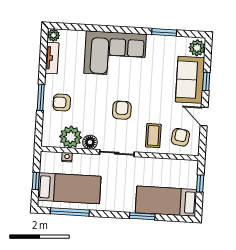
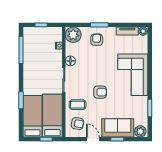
armchair: (122, 110) -> (100, 92), moved
door: (204, 117) -> (93, 139), hinge flipped
plant: (71, 137) -> (73, 35), moved
bed: (69, 188) -> (52, 116), moved, turned 180

